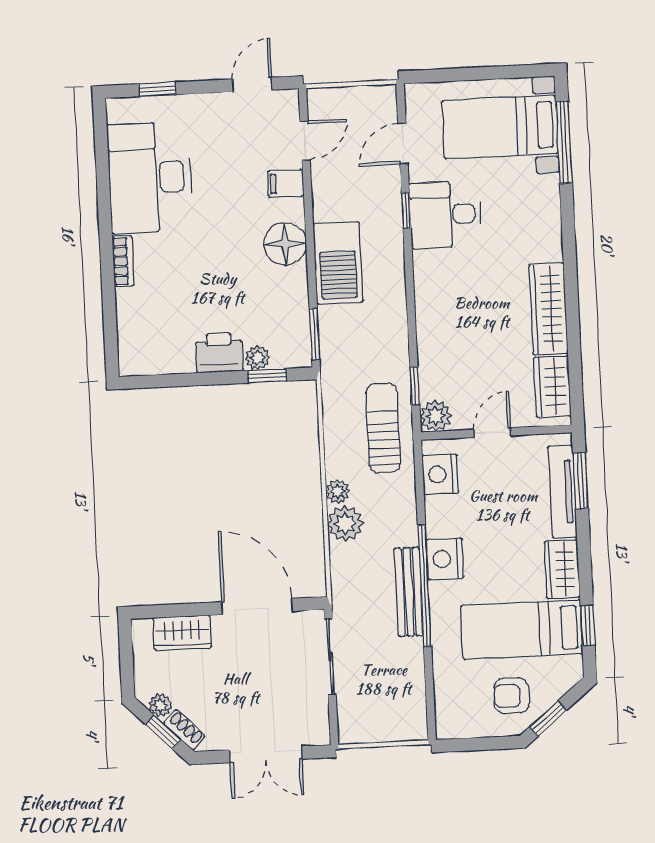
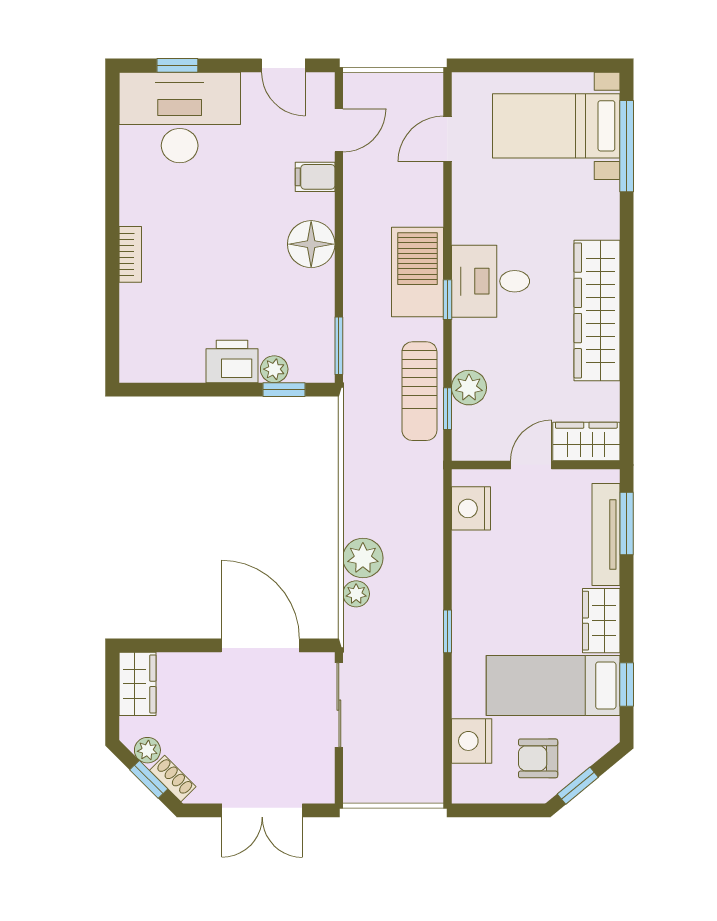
door: (252, 85) -> (283, 65), swing flipped
desk: (150, 178) -> (180, 117), moved, turned 90
window: (406, 210) -> (447, 300), moved
desk: (445, 215) -> (490, 281), moved
barbecue: (338, 263) -> (418, 272), moved, turned 180
wardrobe: (549, 309) -> (597, 310), width x1.40, depth x1.17
wardrobe: (552, 387) -> (586, 441), moved, turned 90
plant: (436, 416) -> (469, 388), moved
sun lounger: (383, 428) -> (419, 391), moved, turned 180
plant: (338, 492) -> (356, 594), moved
nightstand: (445, 559) -> (472, 741), moved
window: (424, 586) -> (447, 631), width x0.32
bench: (409, 592) -> (430, 637), removed
wardrobe: (182, 633) -> (137, 684), moved, turned -90

